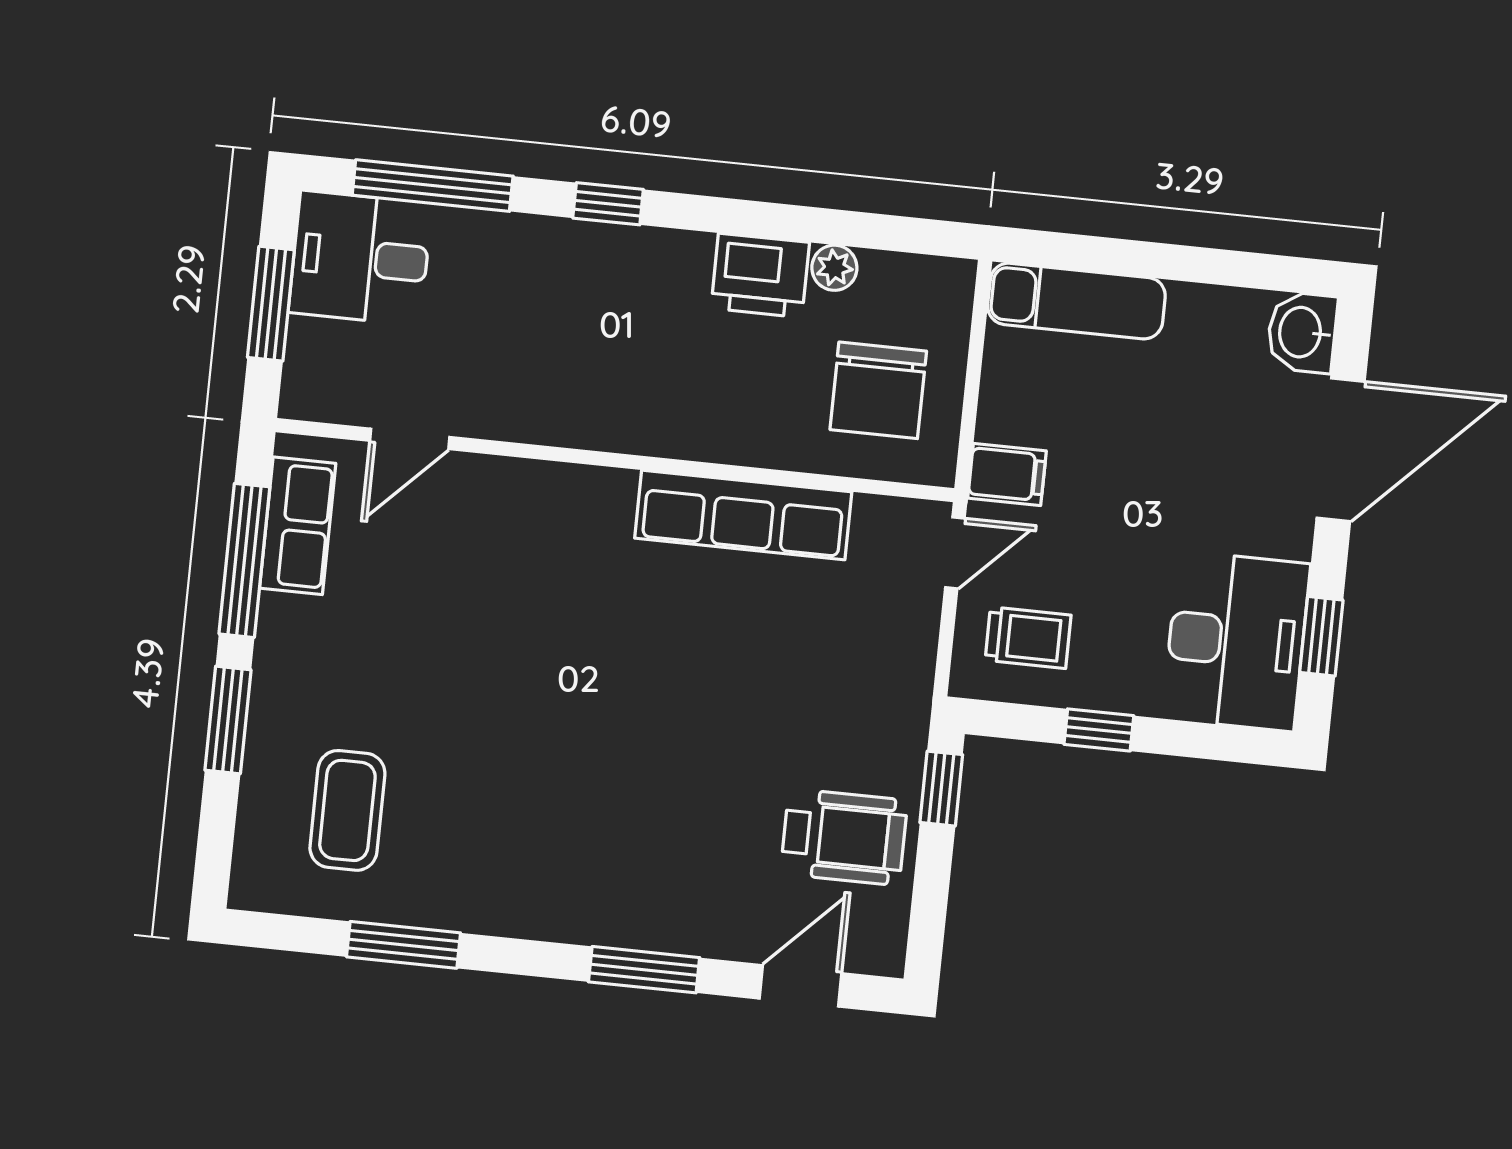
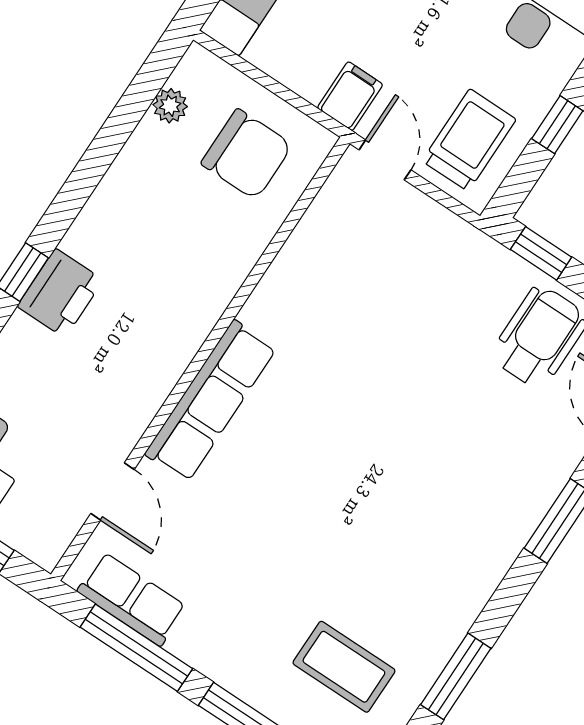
plant: (834, 268) -> (170, 106), moved
printer: (760, 275) -> (60, 293), moved
row of seats: (743, 515) -> (211, 401), moved
trolley: (1028, 638) -> (469, 140), width x1.36, depth x1.39

